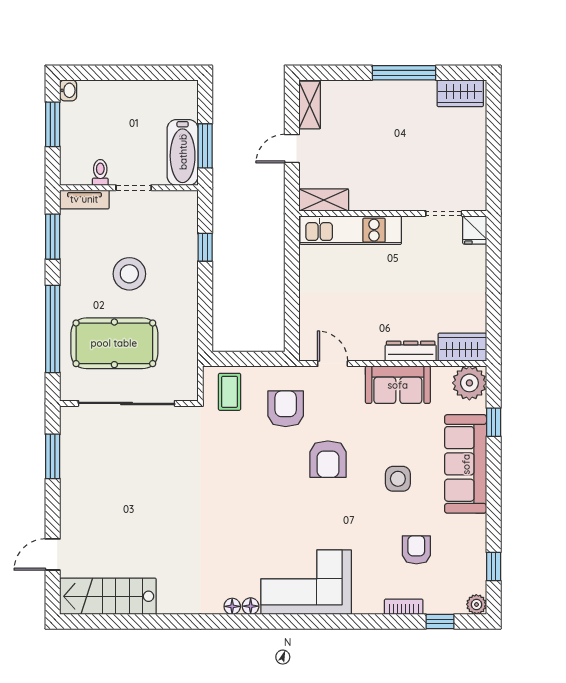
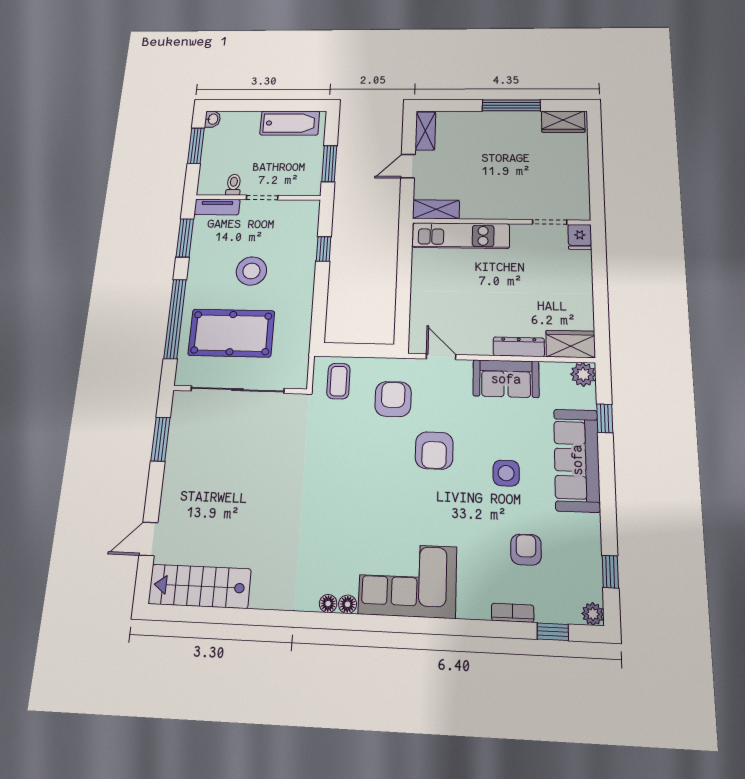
bathtub: (183, 152) -> (290, 123), moved, turned -90
plant: (469, 383) -> (583, 374), width x0.73, depth x0.73

